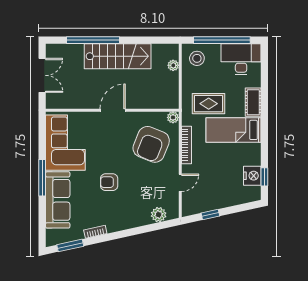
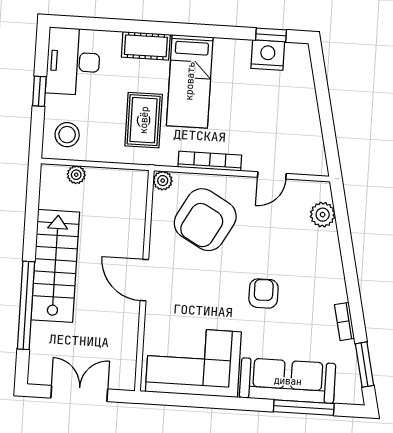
window: (222, 40) -> (39, 91), width x0.32
armchair: (151, 144) -> (205, 220), turned 97
window: (42, 178) -> (304, 408), moved
armchair: (109, 182) -> (263, 293), turned 180
door: (180, 183) -> (272, 175), swing flipped
window: (210, 215) -> (328, 129), removed

